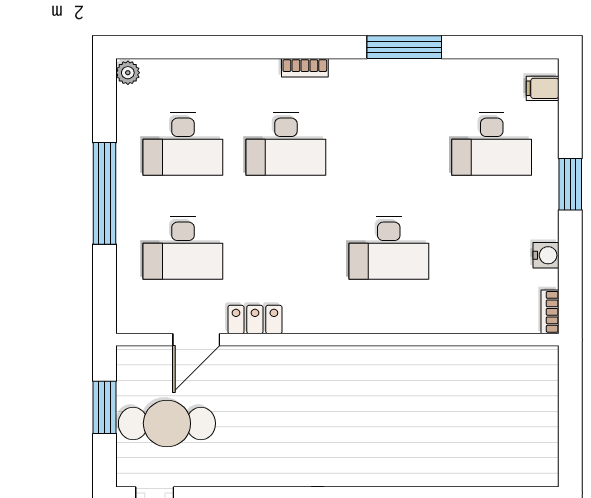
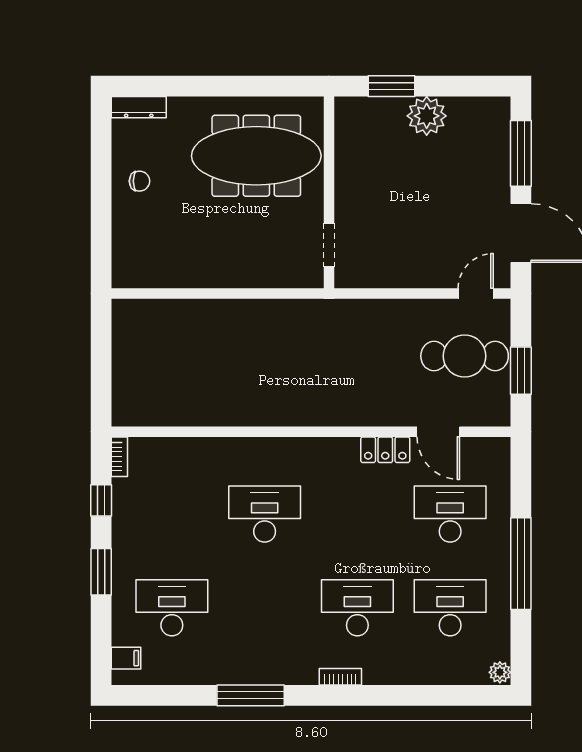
water cooler: (546, 255) -> (123, 508), removed
window: (570, 263) -> (101, 500), added
door: (196, 340) -> (438, 432), swing flipped

